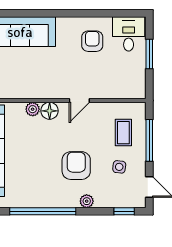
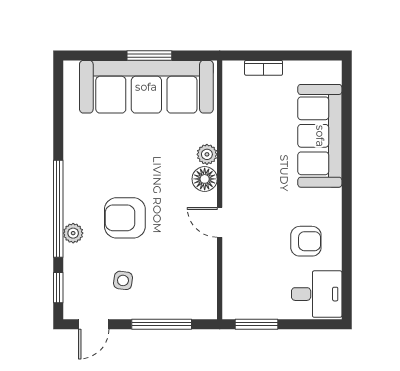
window: (149, 54) -> (256, 324), moved
coffee table: (123, 133) -> (173, 286), removed
armchair: (76, 166) -> (125, 218), turned 180
window: (43, 211) -> (58, 209), moved

